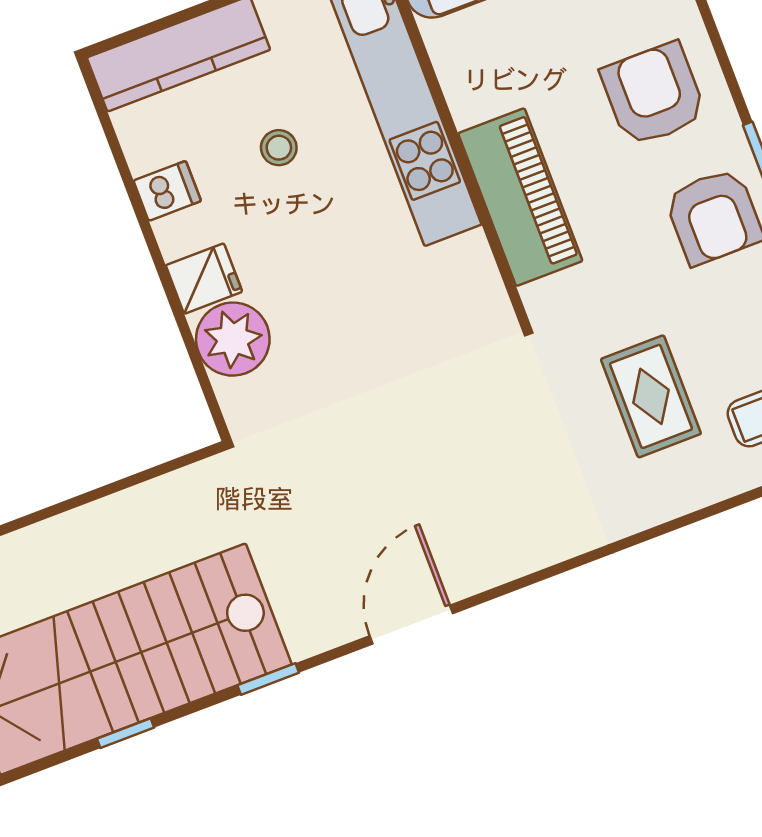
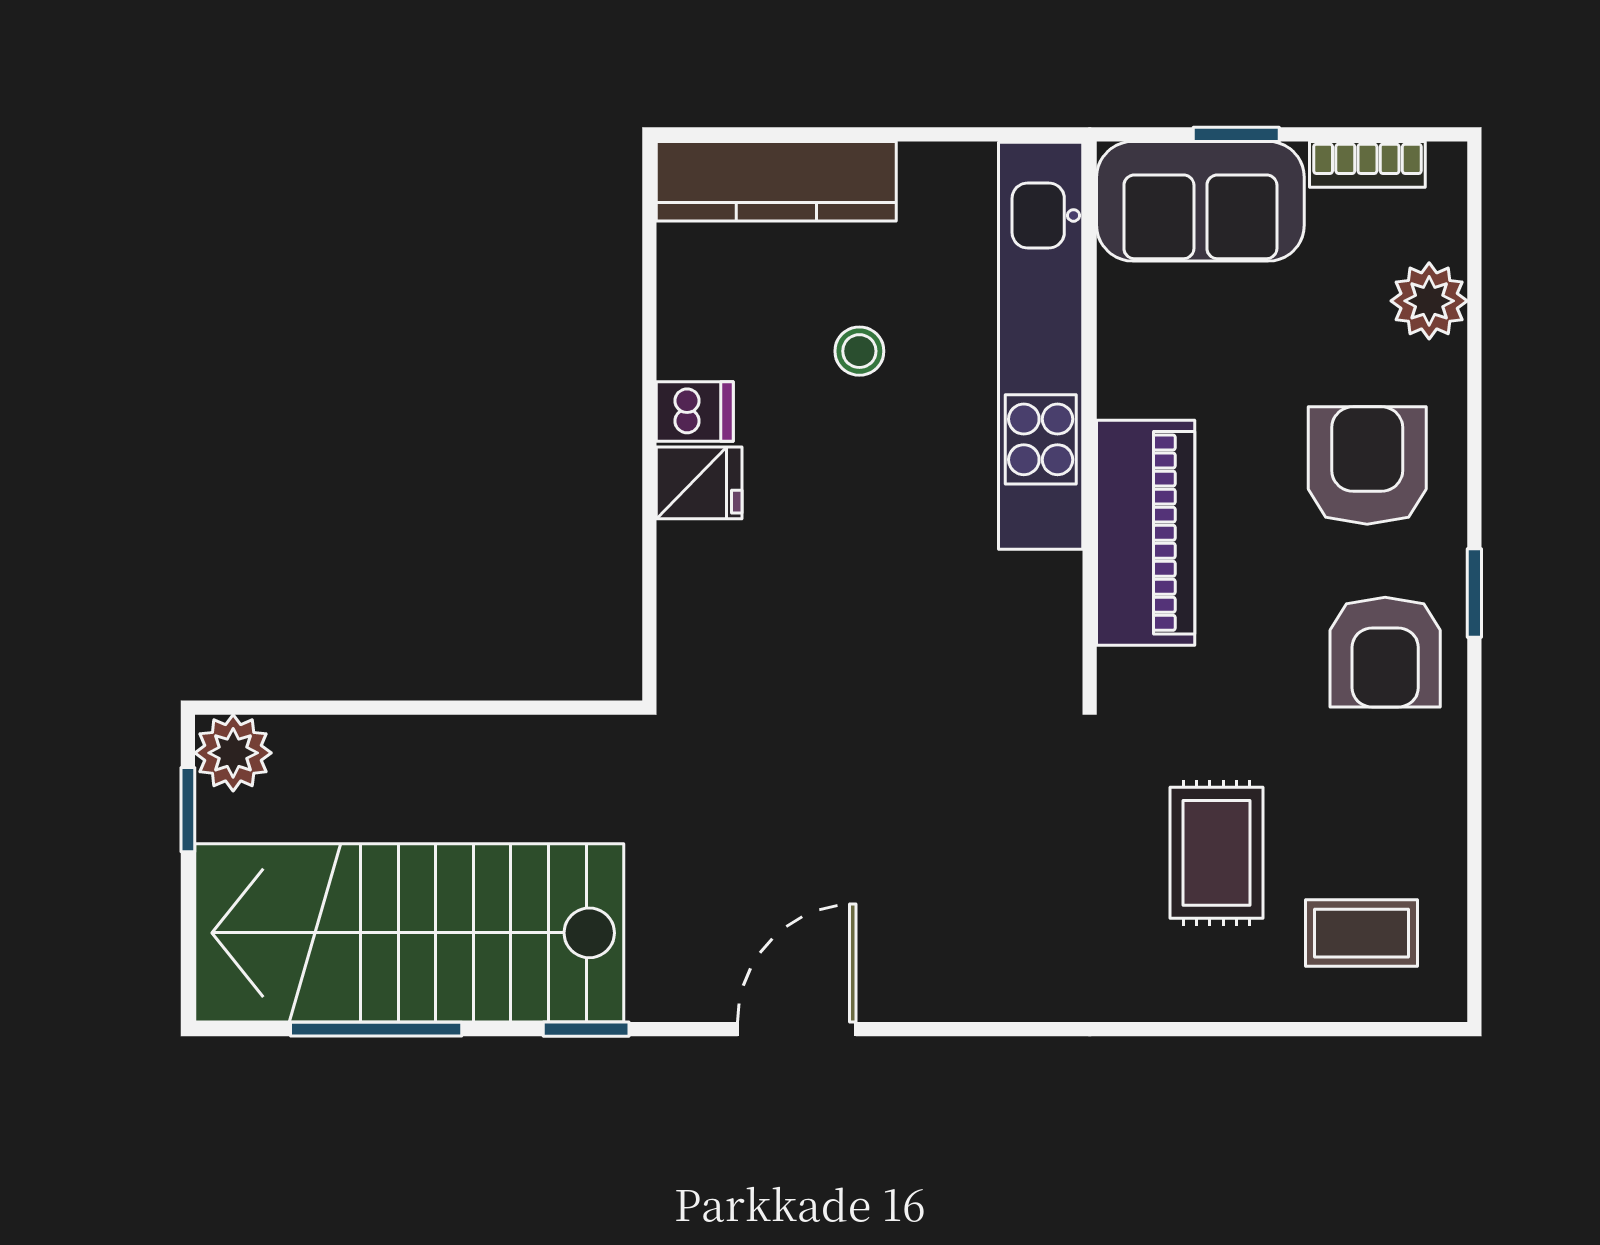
dishwasher: (167, 191) -> (695, 411), moved
plant: (233, 339) -> (707, 575), removed
window: (126, 733) -> (376, 1029), width x2.17

